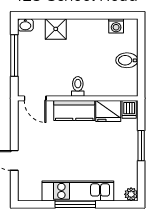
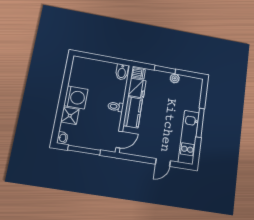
washing machine: (116, 26) -> (76, 97), moved, width x1.89, depth x1.89
bidet: (127, 60) -> (122, 72), moved
kitchen unit: (78, 191) -> (189, 137), moved
plant: (131, 194) -> (175, 78), moved

